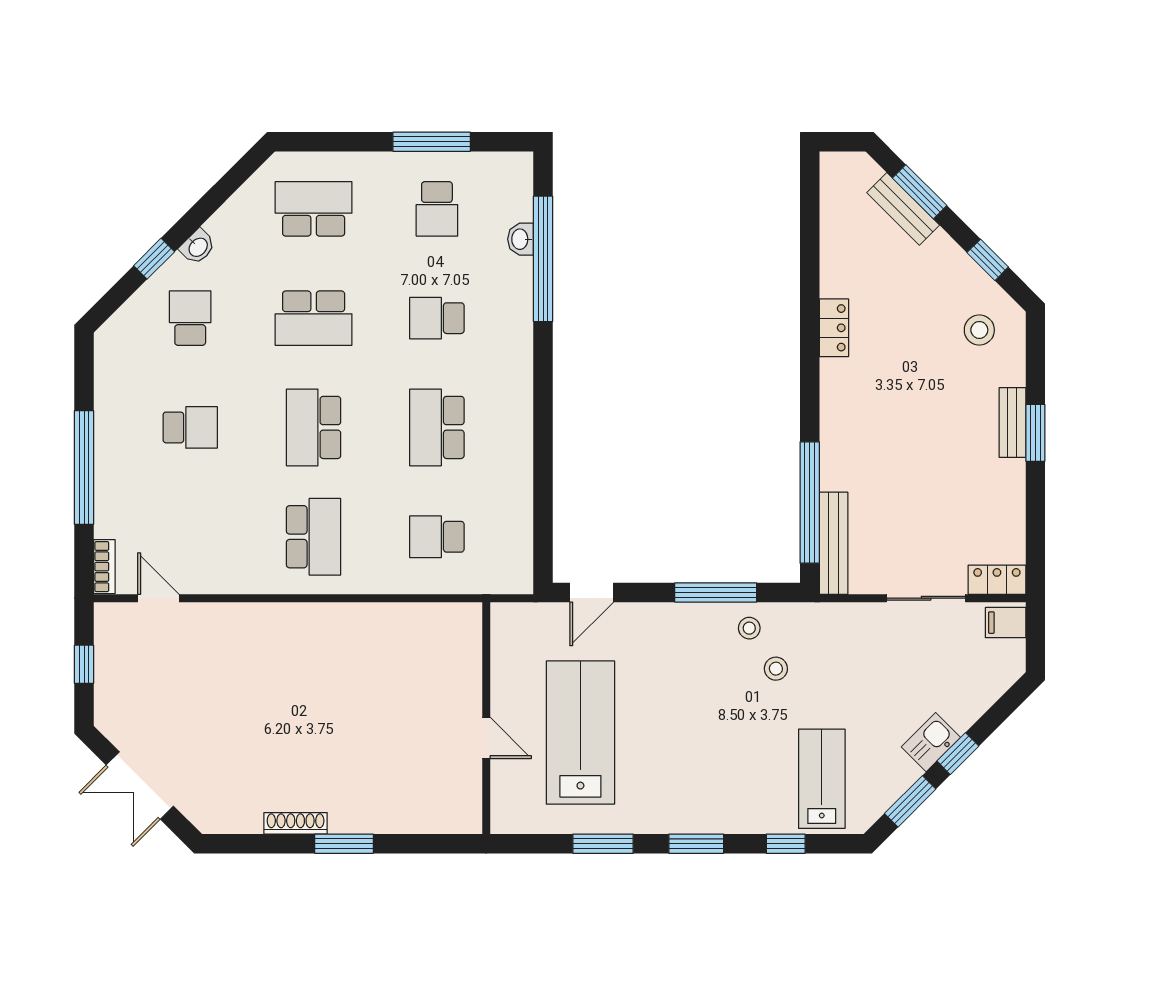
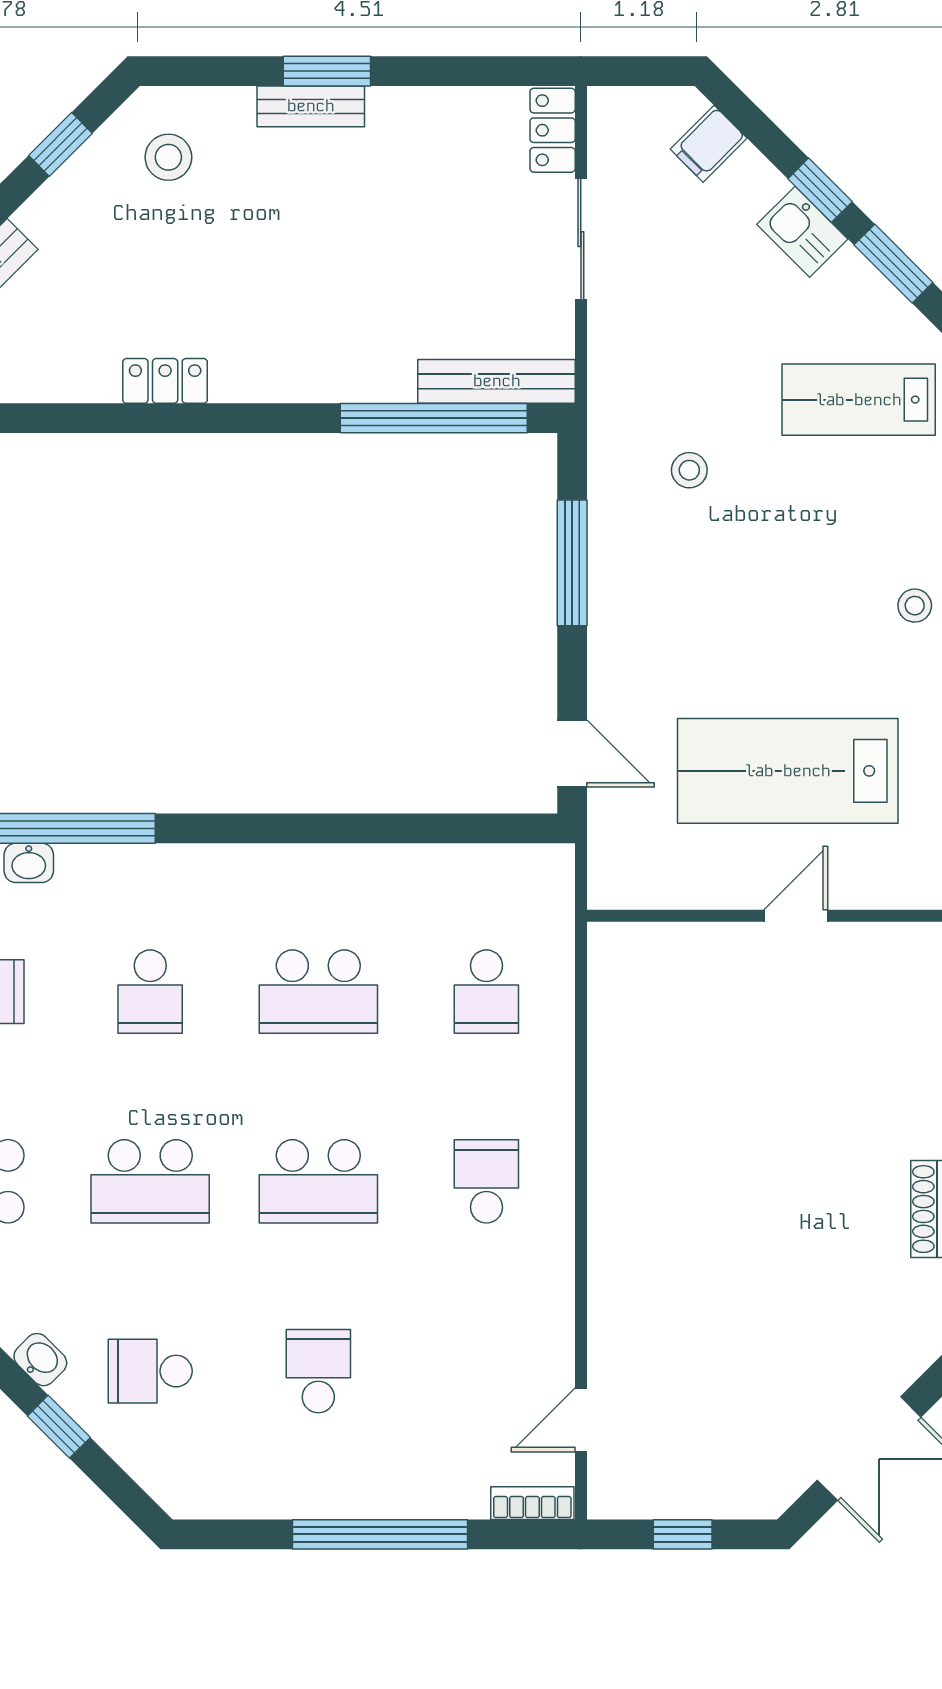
school desk: (314, 318) -> (150, 1181), turned 90
school desk: (314, 537) -> (486, 1181), width x0.54
filing cabinet: (1006, 623) -> (709, 144), moved, turned 45
stool: (749, 628) -> (915, 606), moved

